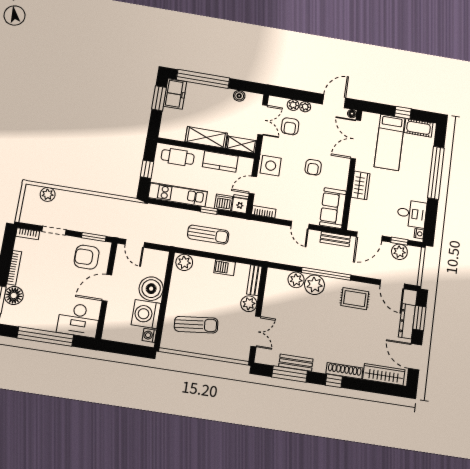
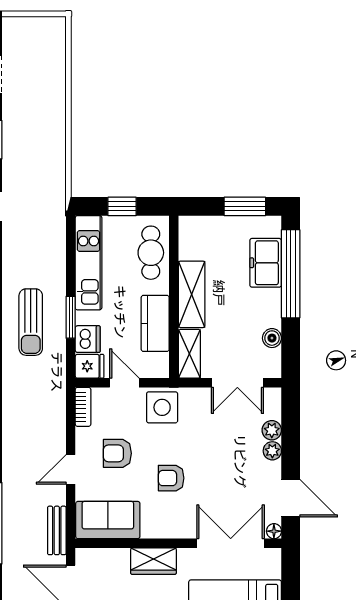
freezer: (175, 94) -> (266, 263), moved, turned 90
armchair: (290, 126) -> (117, 453), moved
plant: (48, 194) -> (54, 54), removed
window: (209, 210) -> (71, 317), width x1.50

